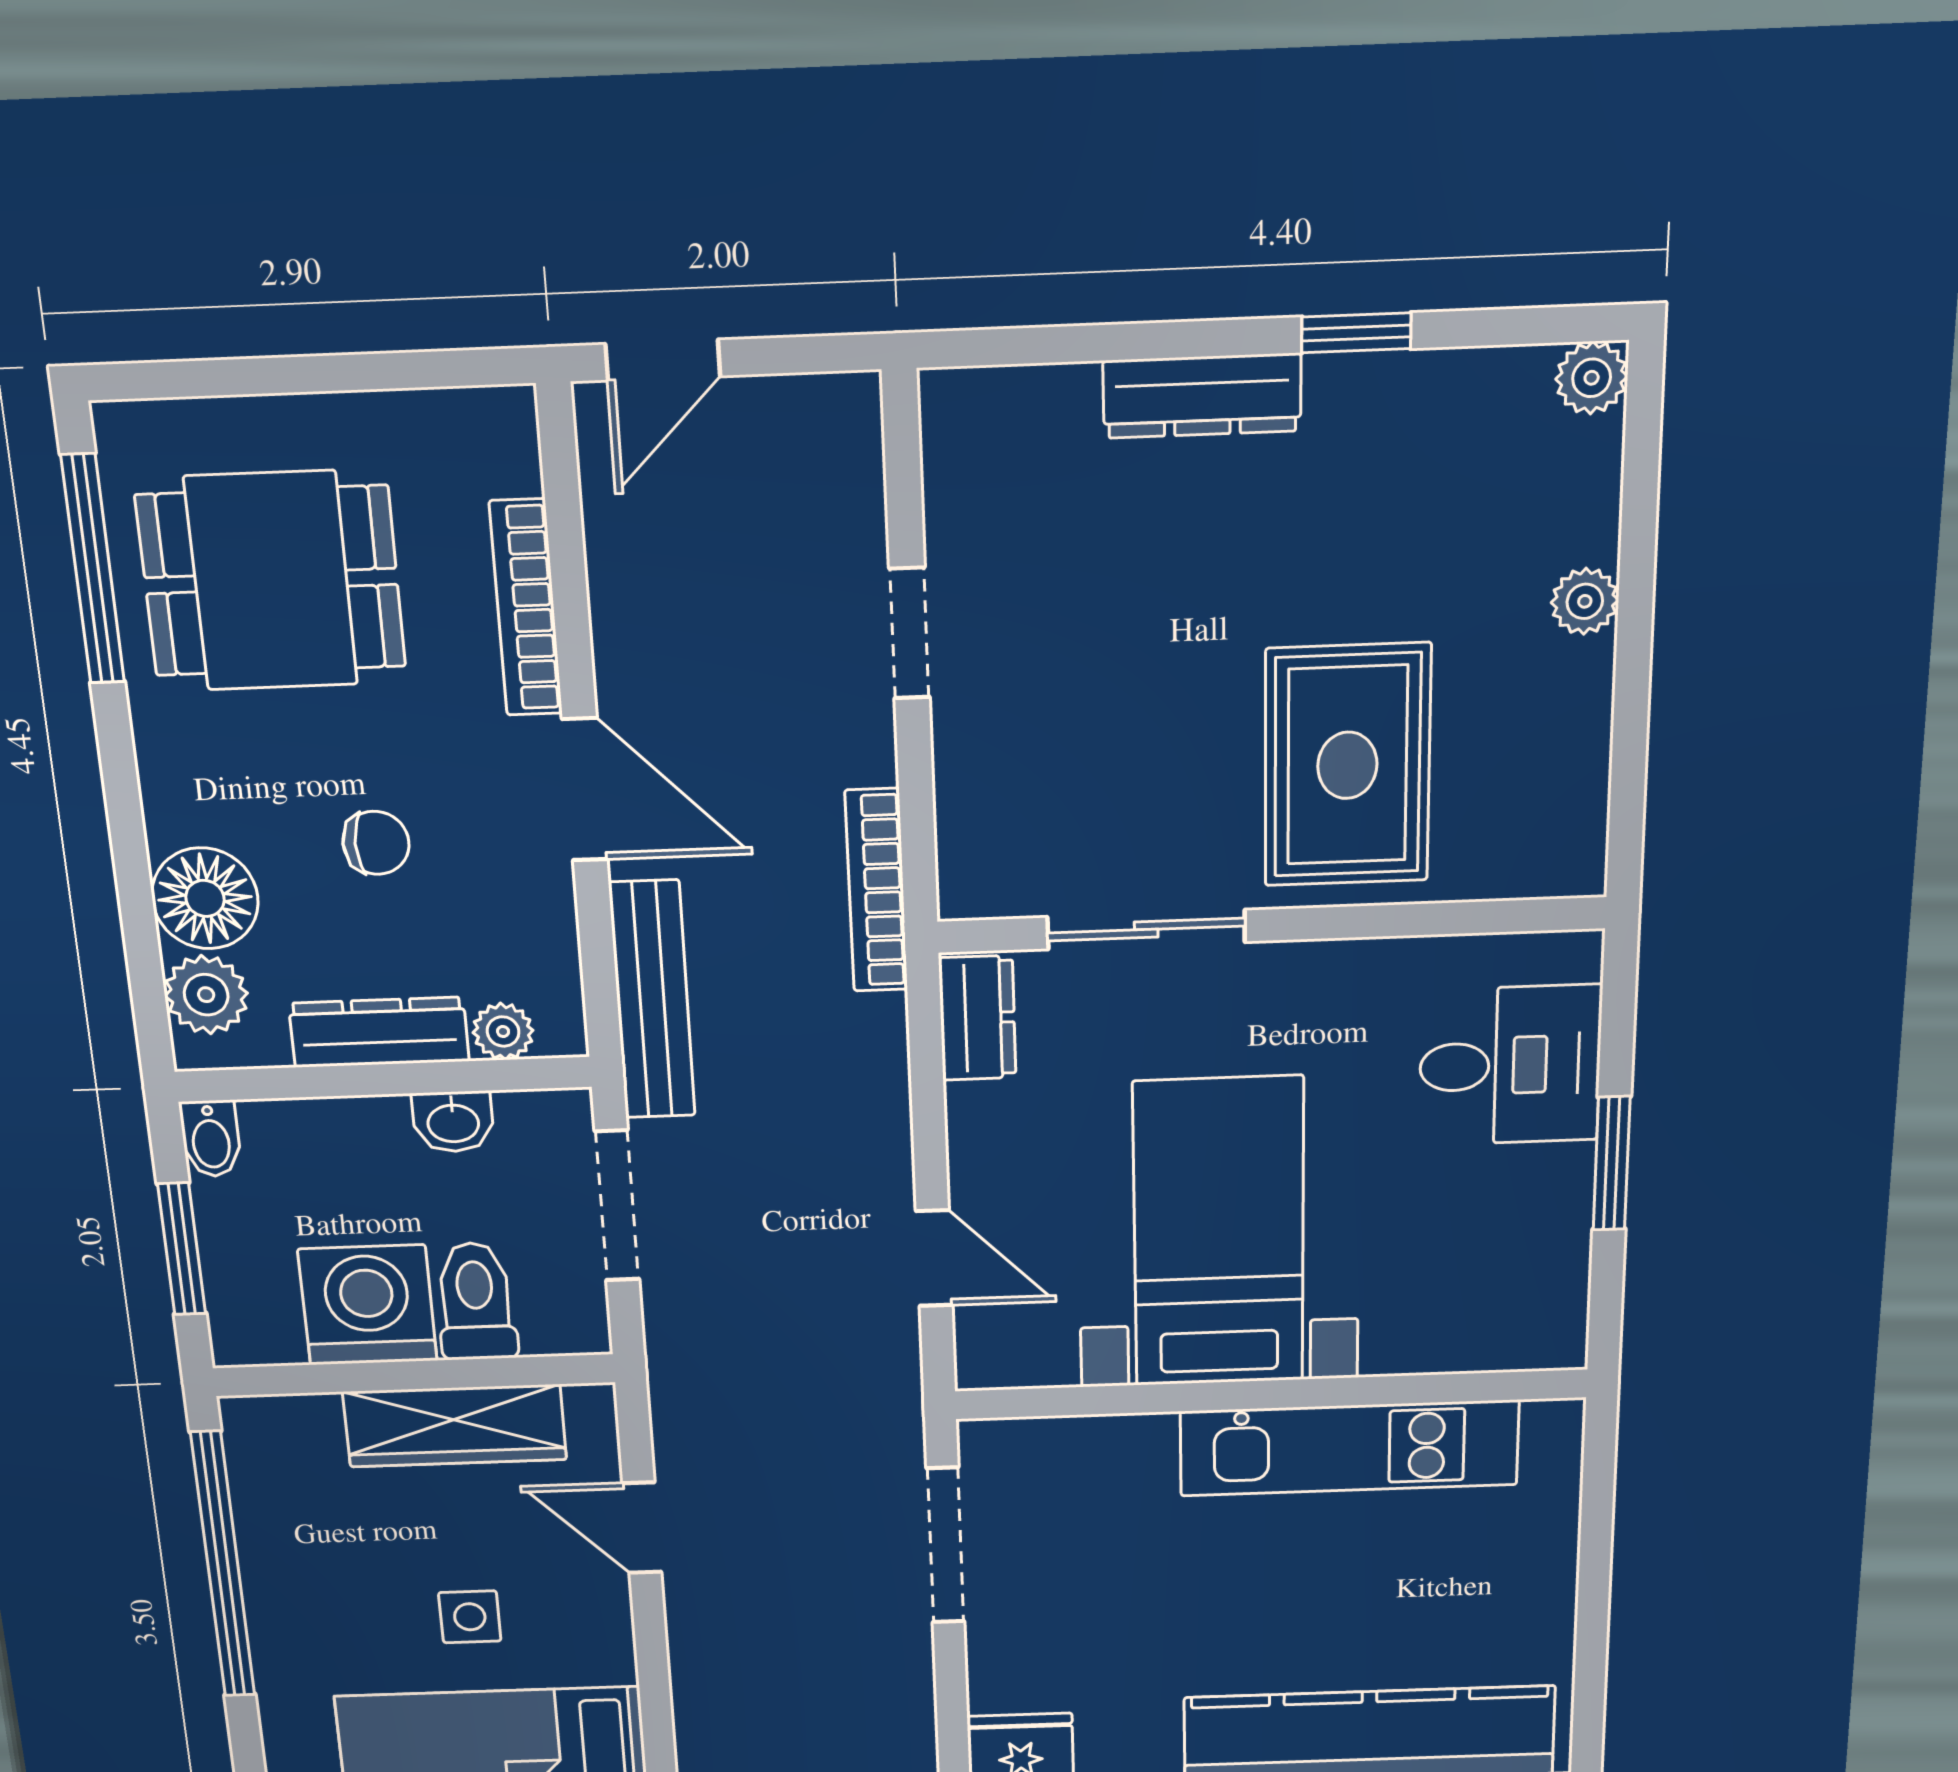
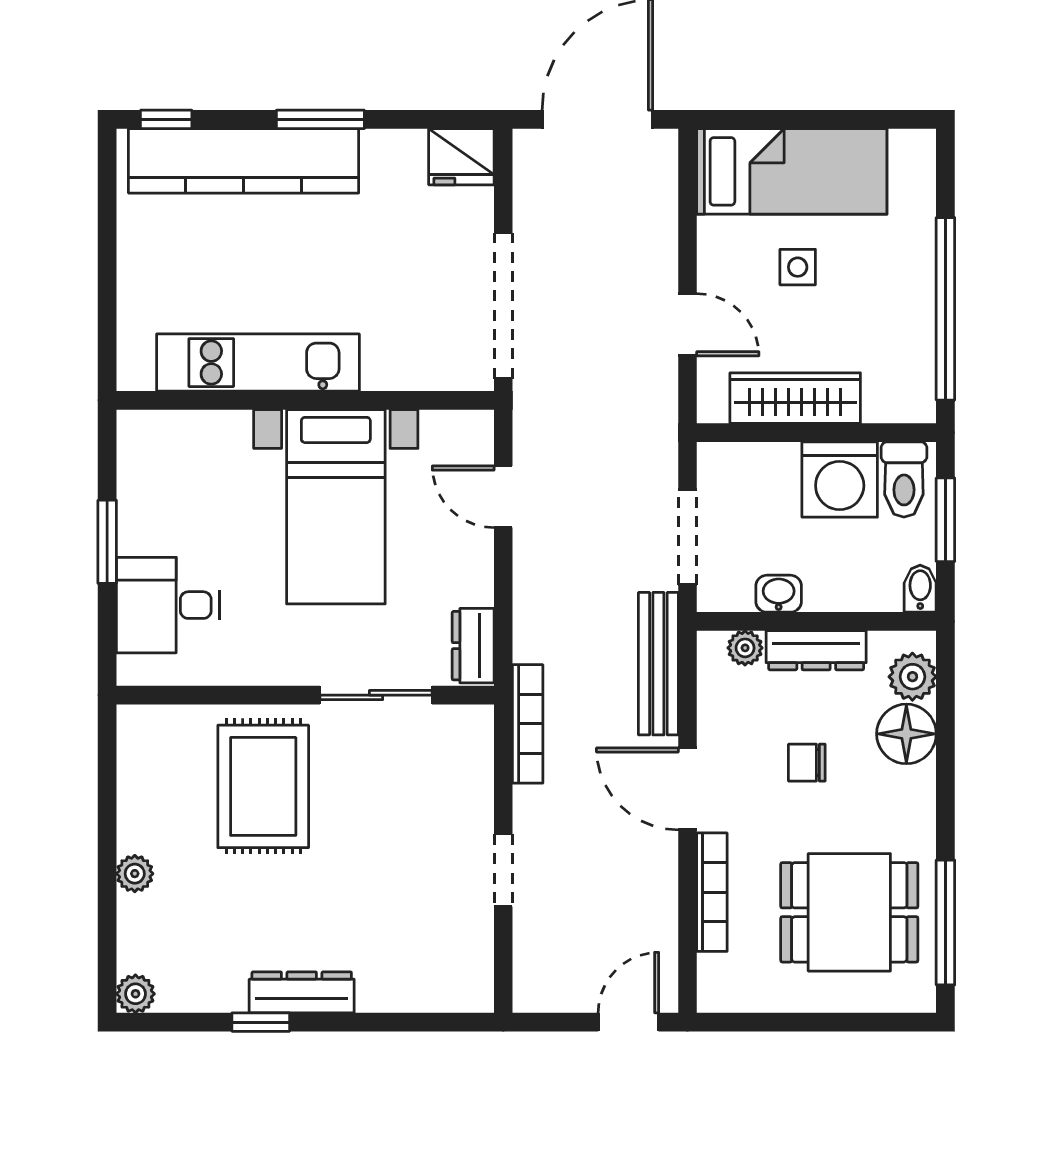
dresser: (1202, 396) -> (302, 992), moved
toilet: (476, 1301) -> (904, 479), moved
doorway: (945, 1545) -> (503, 306), width x1.36

